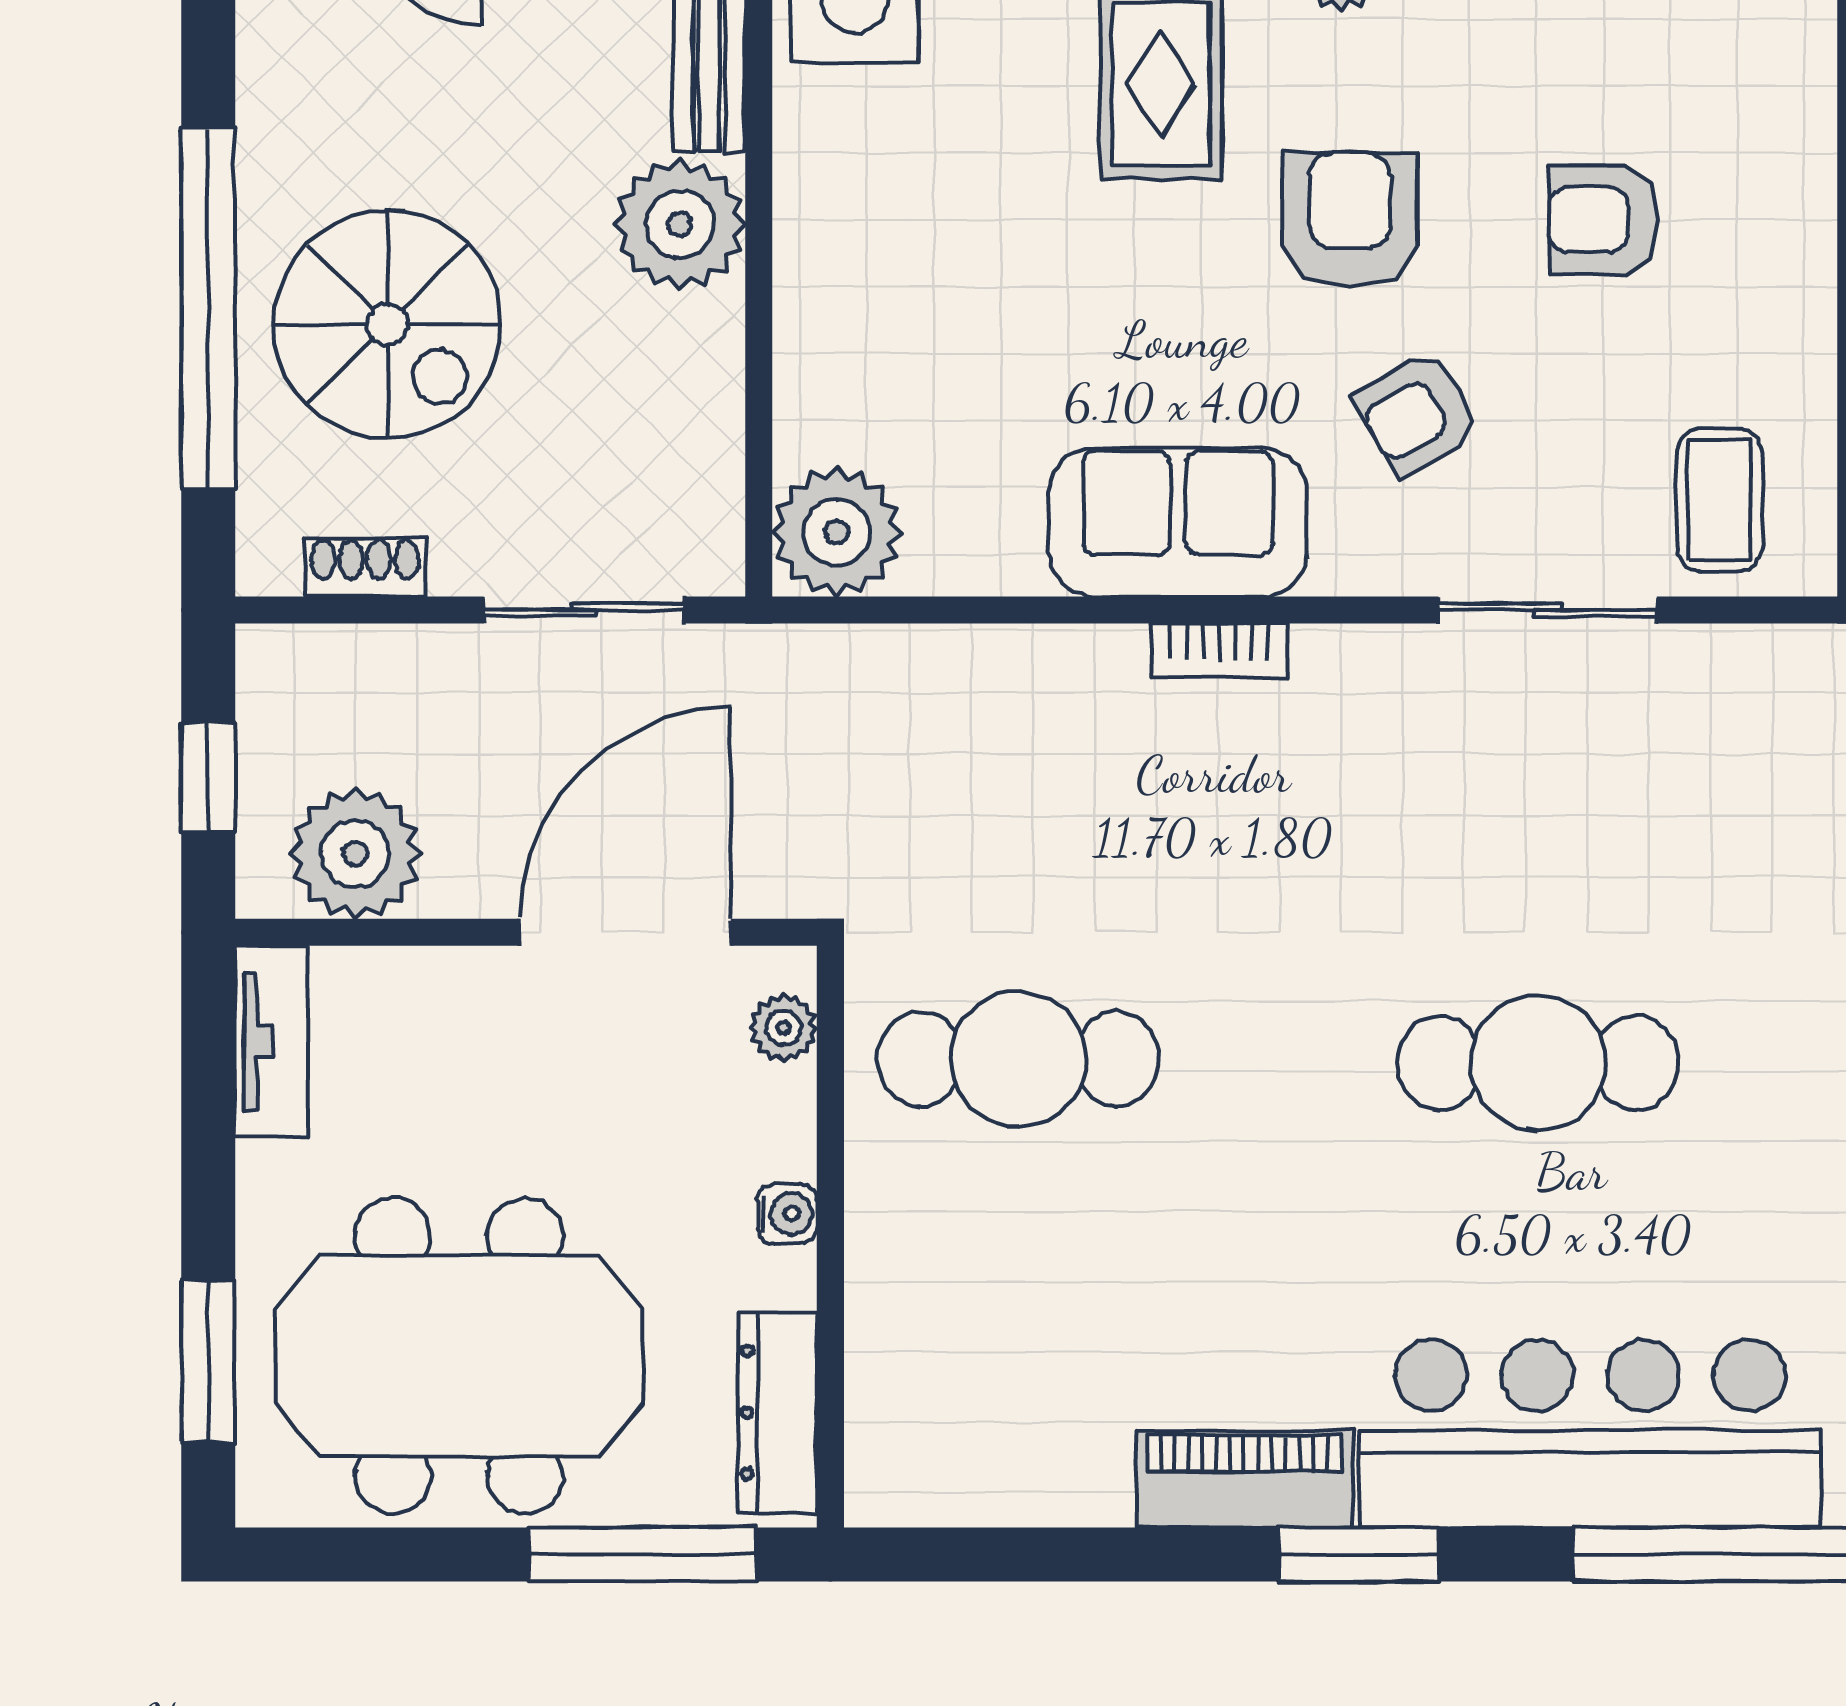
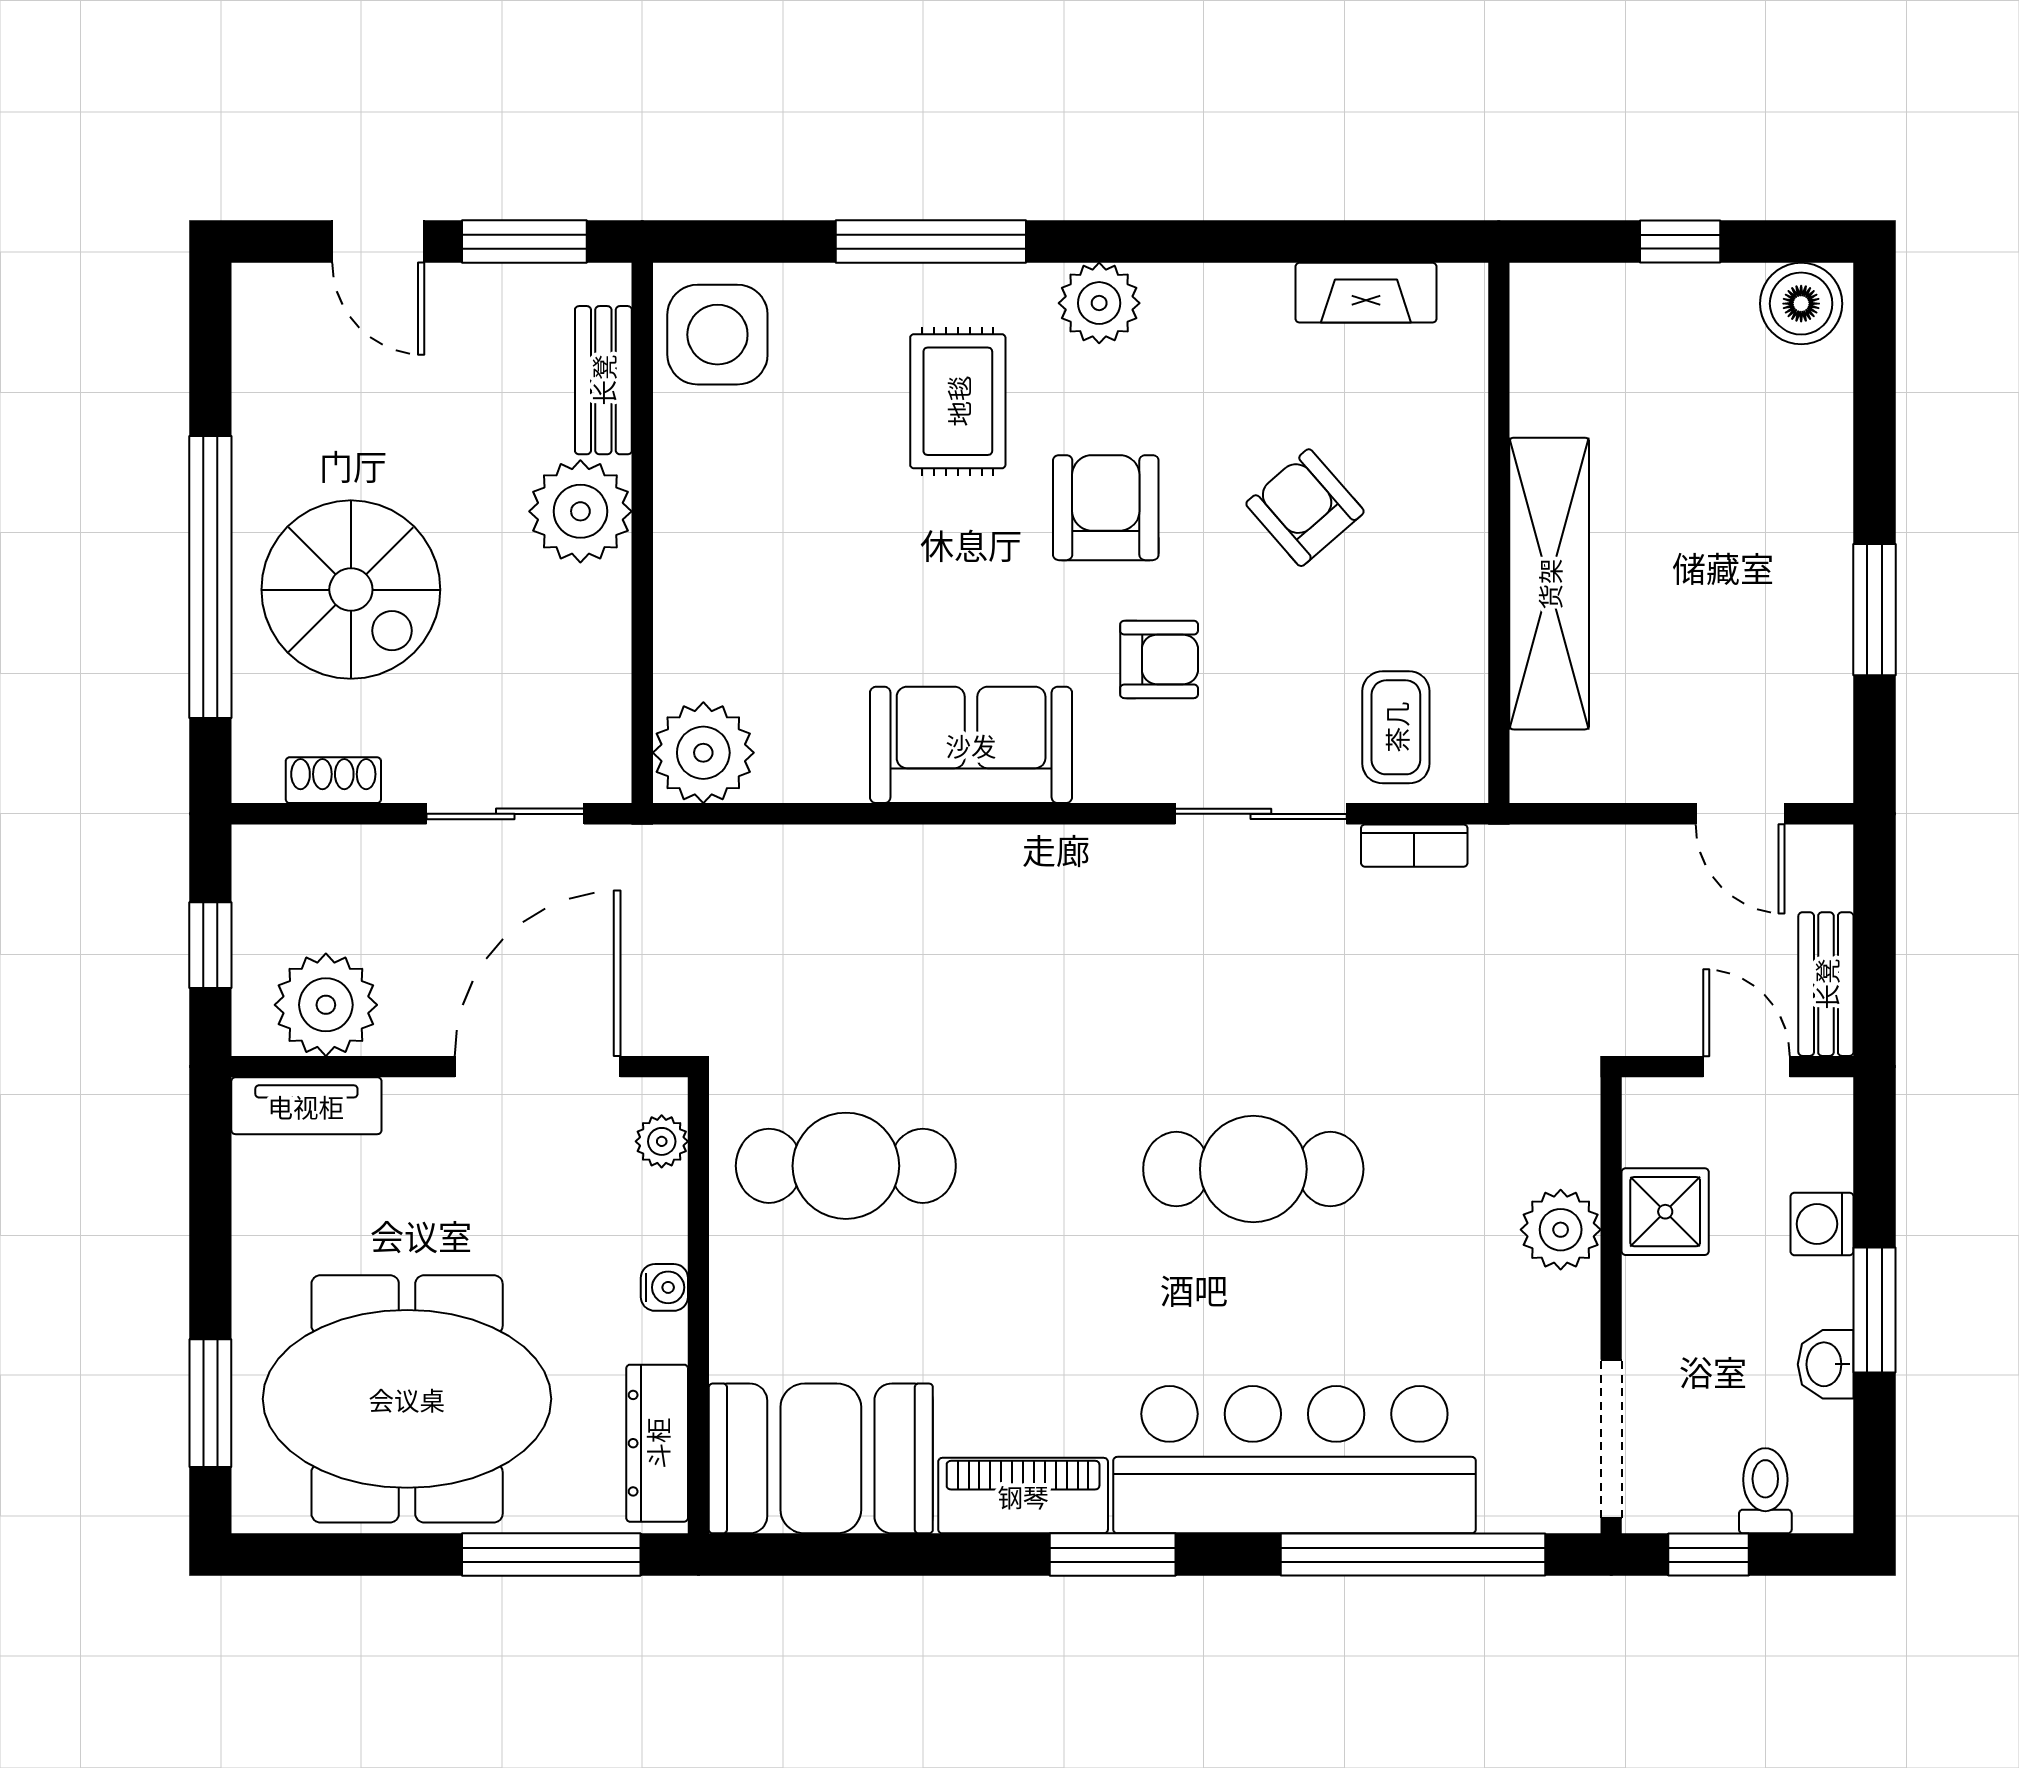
armchair: (1604, 220) -> (1305, 508), turned 49
armchair: (1418, 413) -> (1159, 659), turned -150
bookcase: (1219, 651) -> (1414, 846), moved
tv unit: (272, 1041) -> (306, 1106), moved, turned 90
booth: (986, 1432) -> (821, 1458), added

